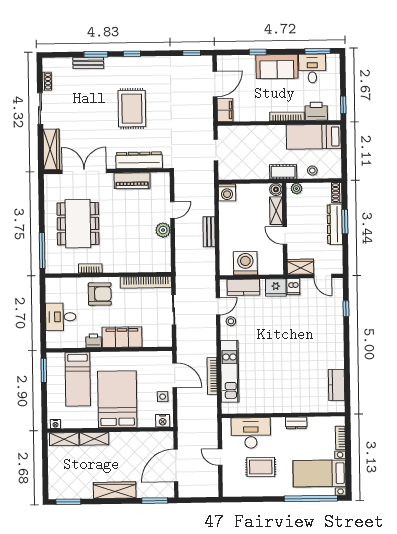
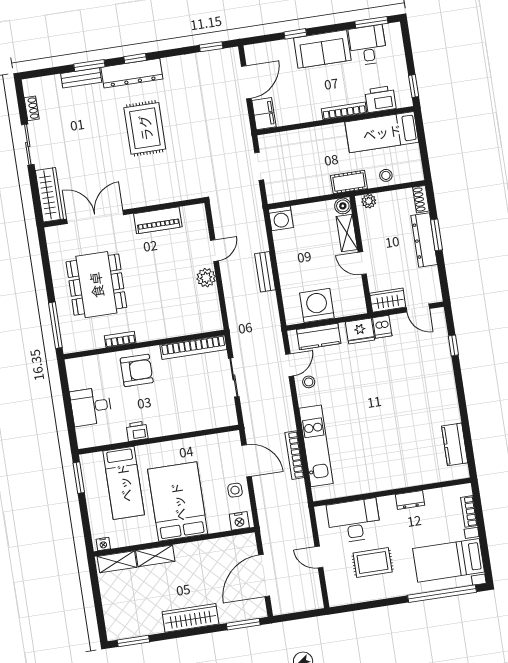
dresser: (139, 160) -> (132, 73), moved, turned 180
filing cabinet: (122, 337) -> (173, 421), removed

